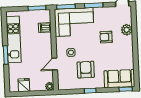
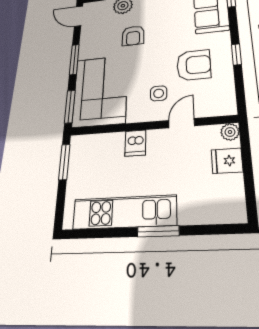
dishwasher: (45, 28) -> (135, 143), moved
door: (55, 64) -> (182, 123), swing flipped
armchair: (86, 70) -> (194, 65), turned 180
fridge: (24, 85) -> (227, 161), moved

